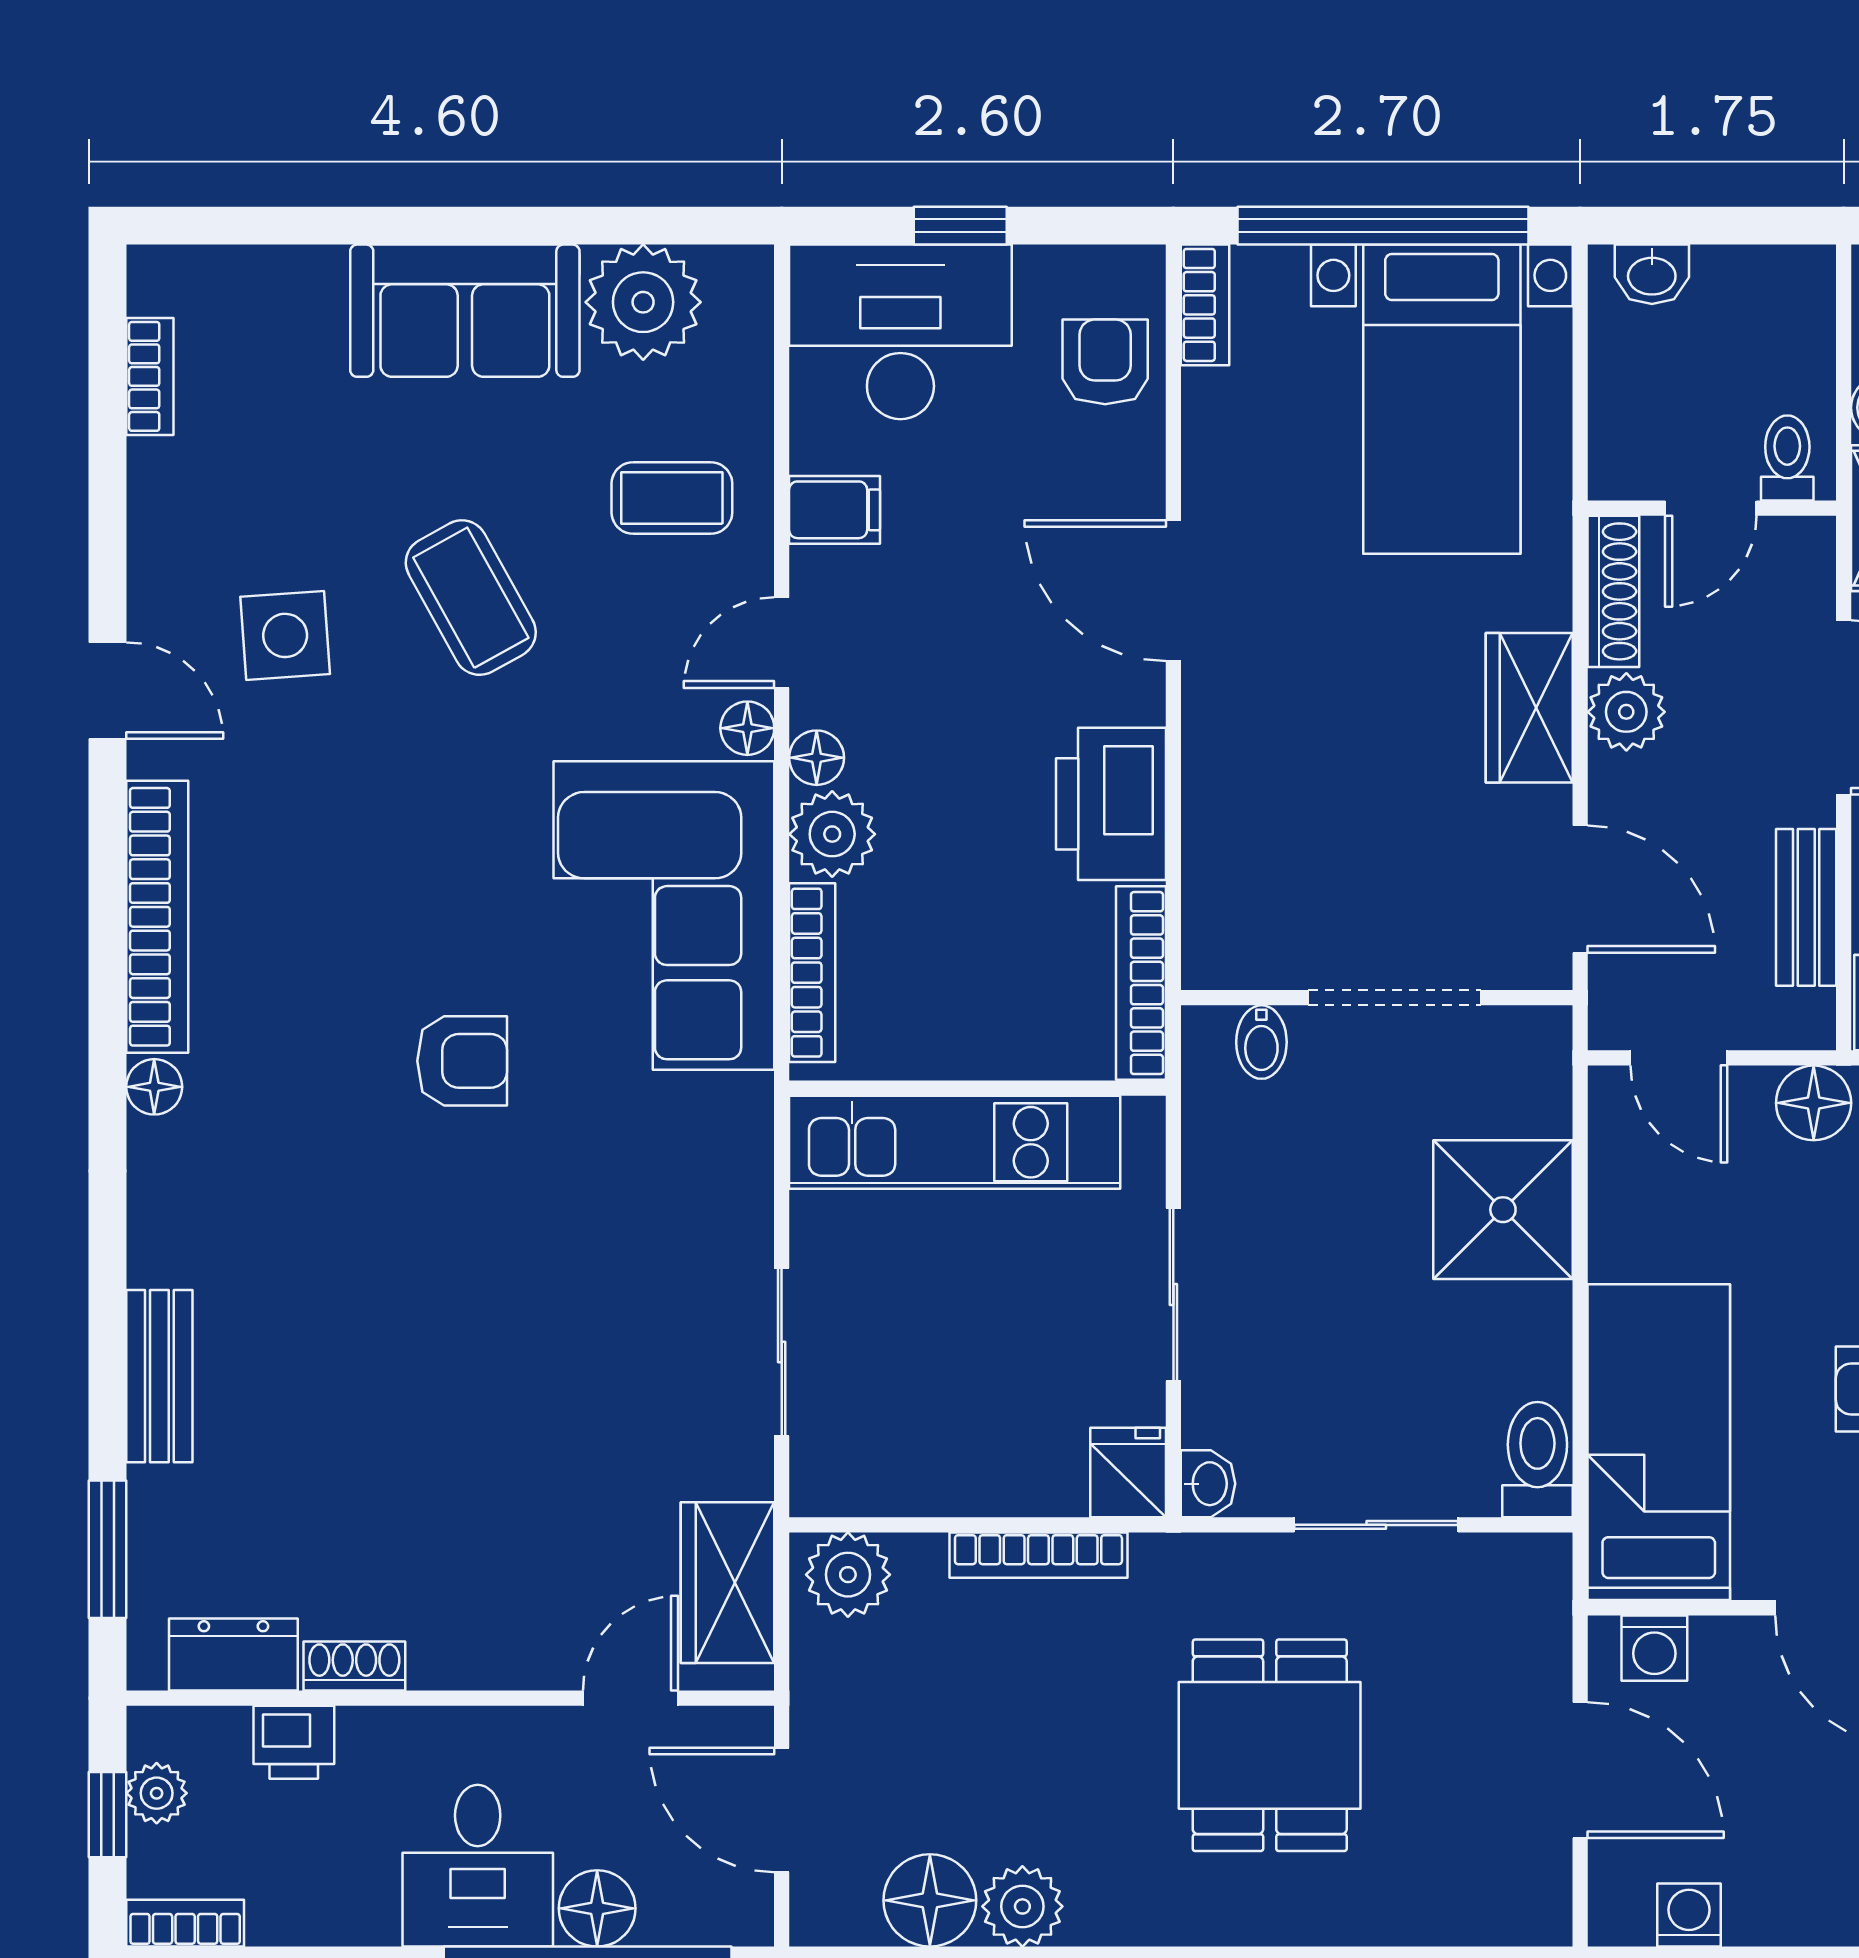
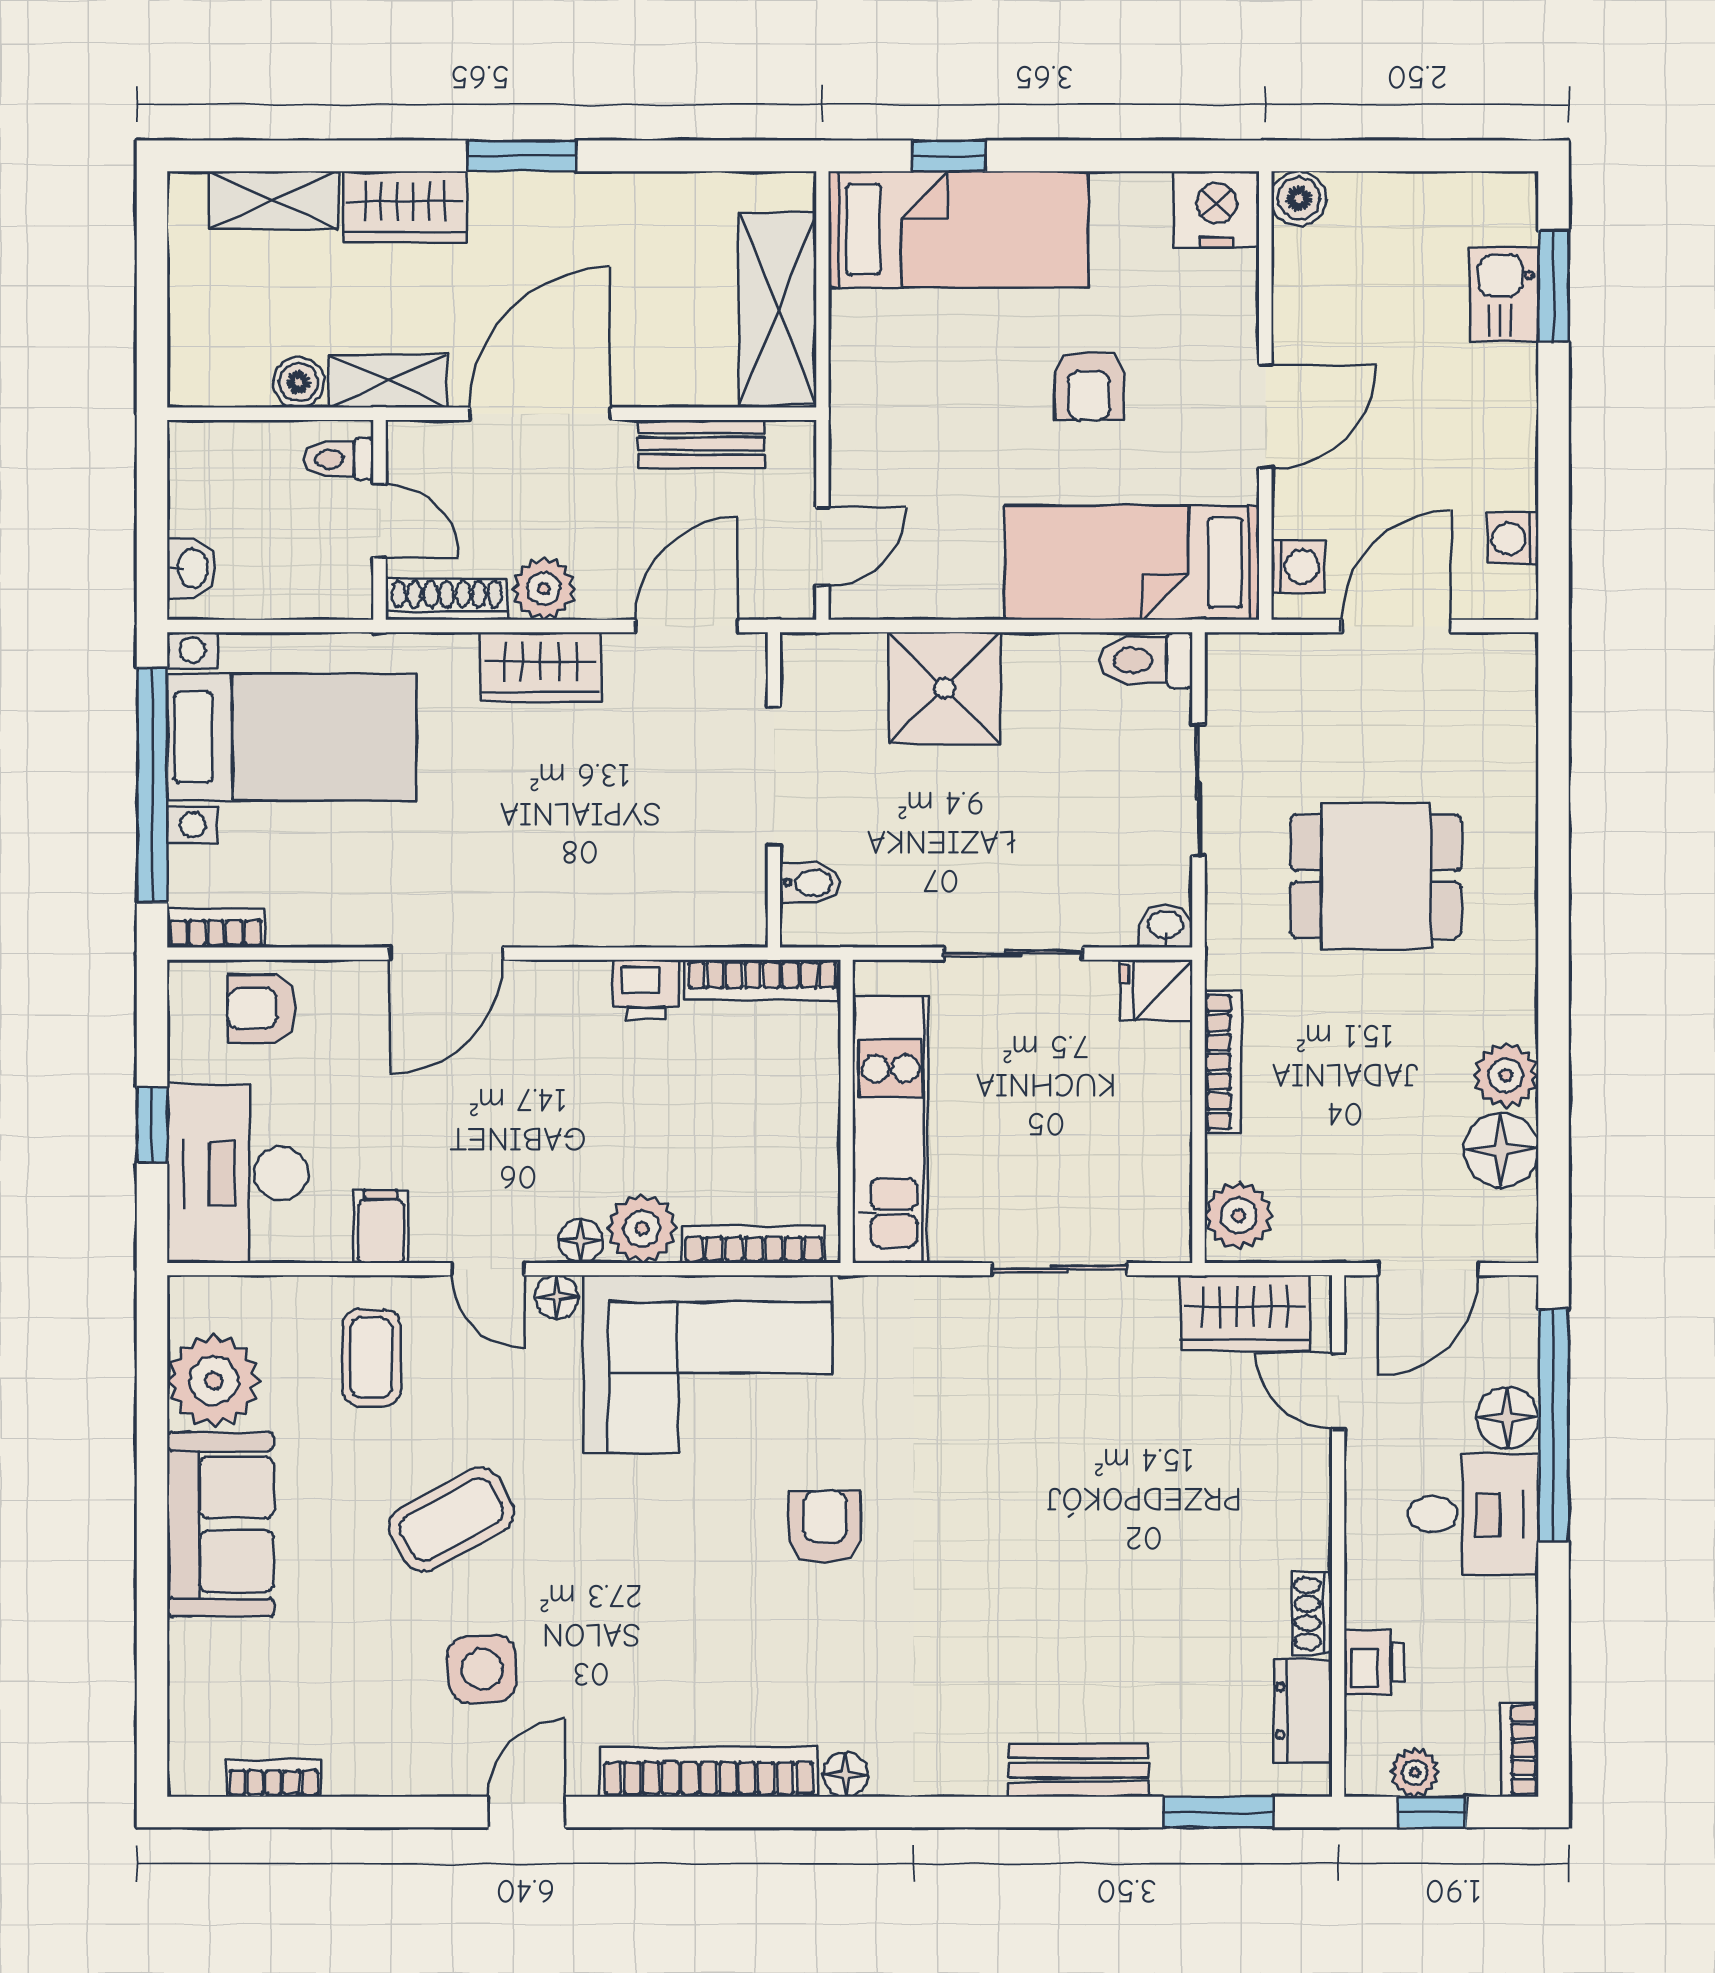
printer: (1111, 804) -> (646, 990), width x0.53, depth x0.68
floor lamp: (1814, 1103) -> (859, 438), removed

